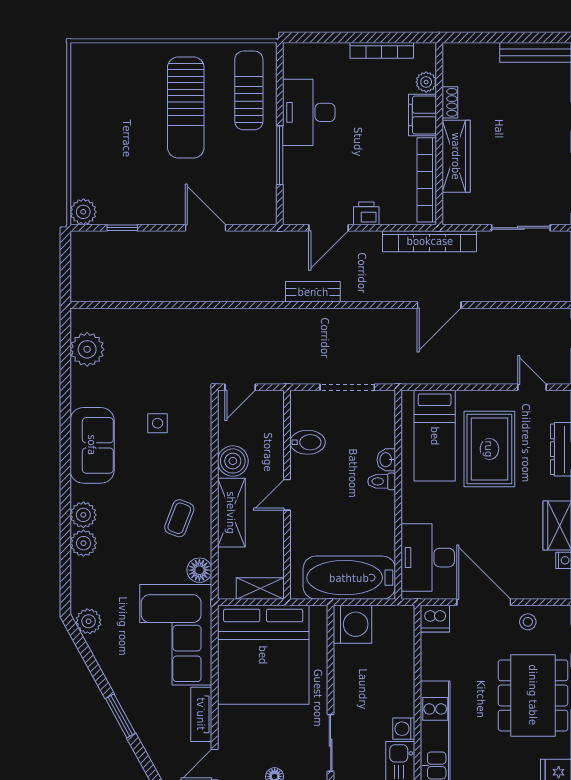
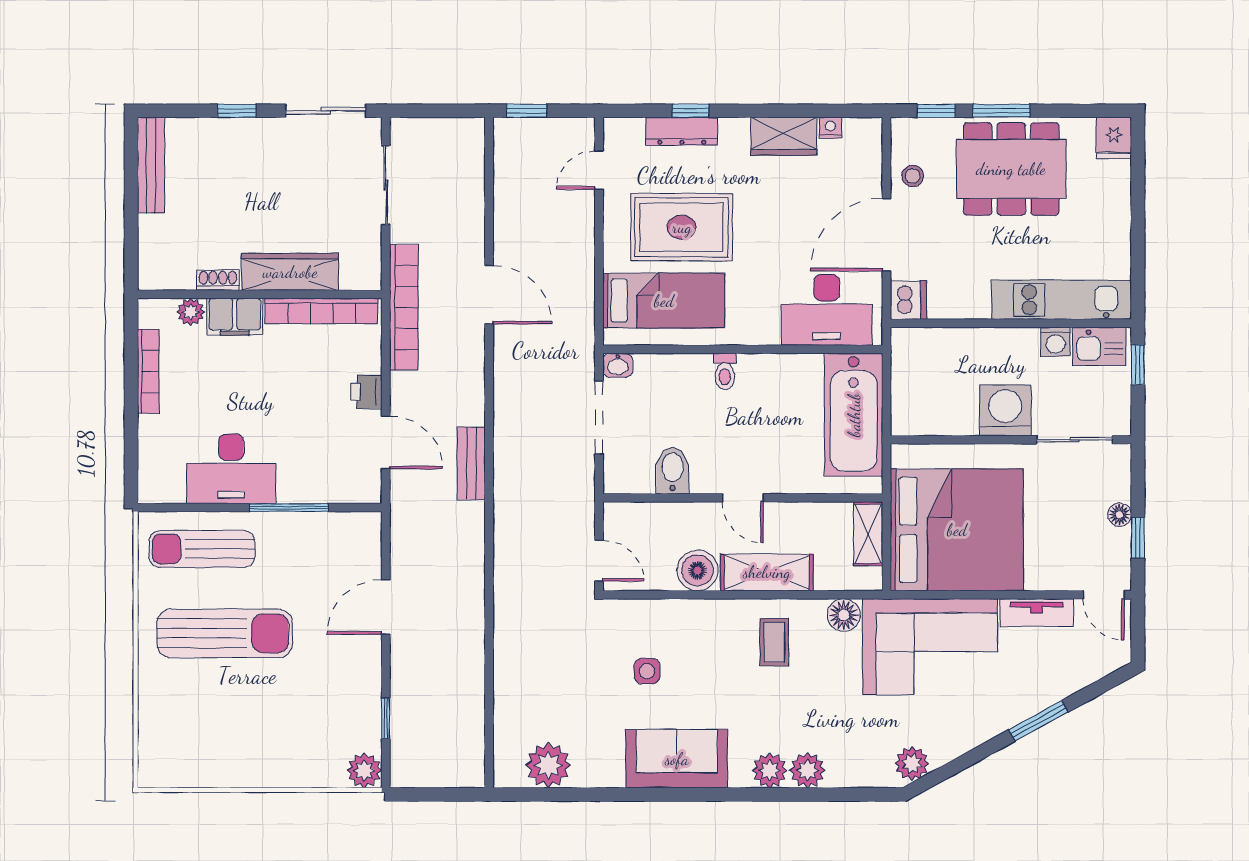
washbasin: (386, 460) -> (618, 365), moved
coffee table: (179, 518) -> (774, 642), turned 69
washing machine: (353, 624) -> (1005, 410), moved

